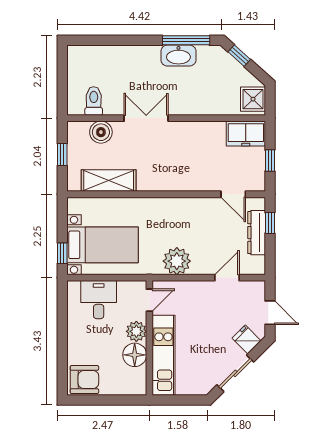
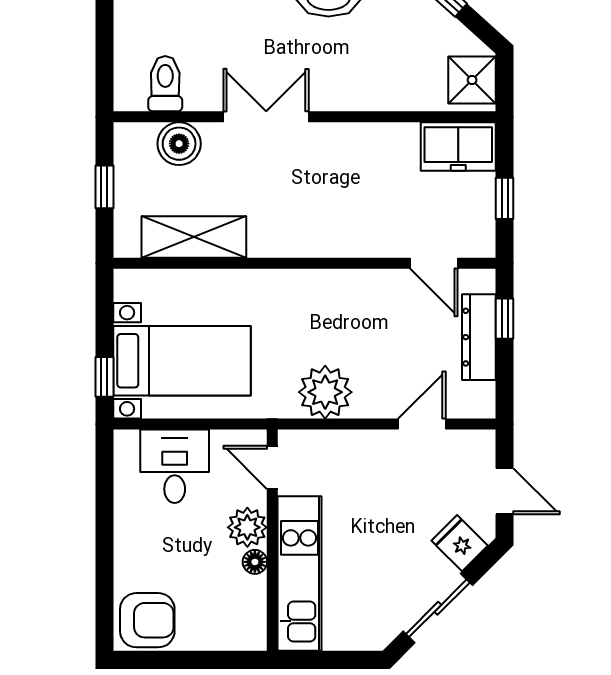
door: (149, 300) -> (272, 467), swing flipped
floor lamp: (135, 355) -> (255, 562), width x0.53, depth x0.53

